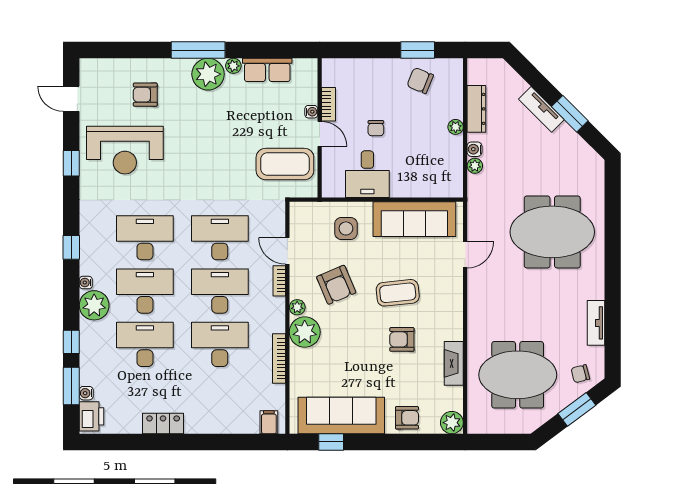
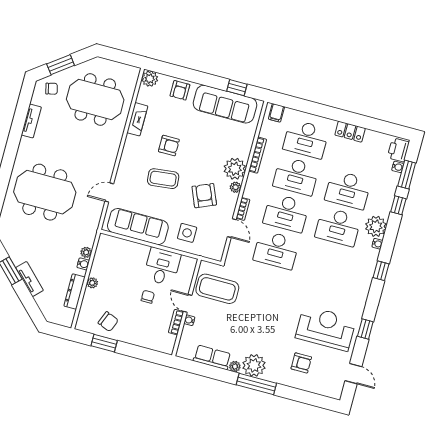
desk: (145, 238) -> (306, 139), moved
armchair: (407, 418) -> (180, 90), turned -90

